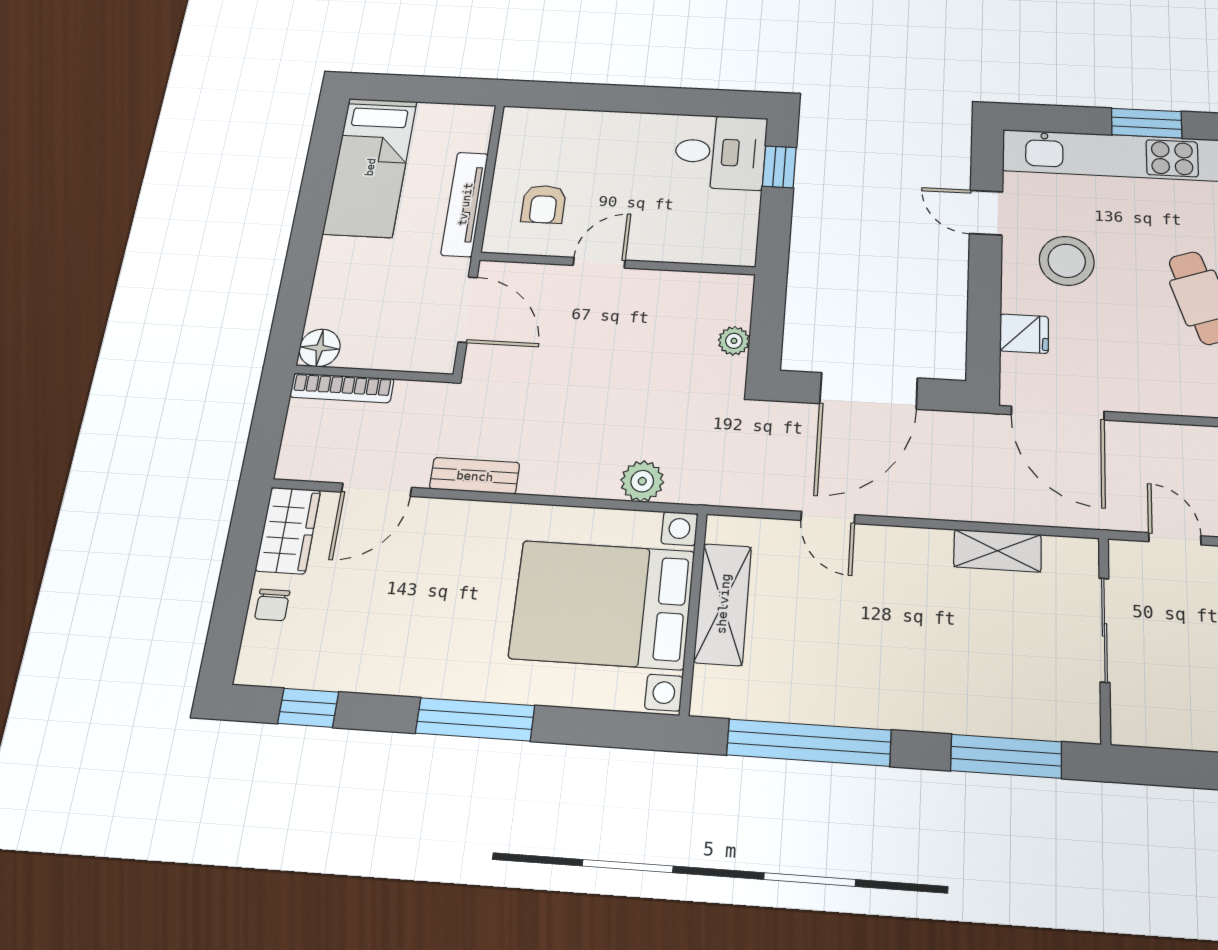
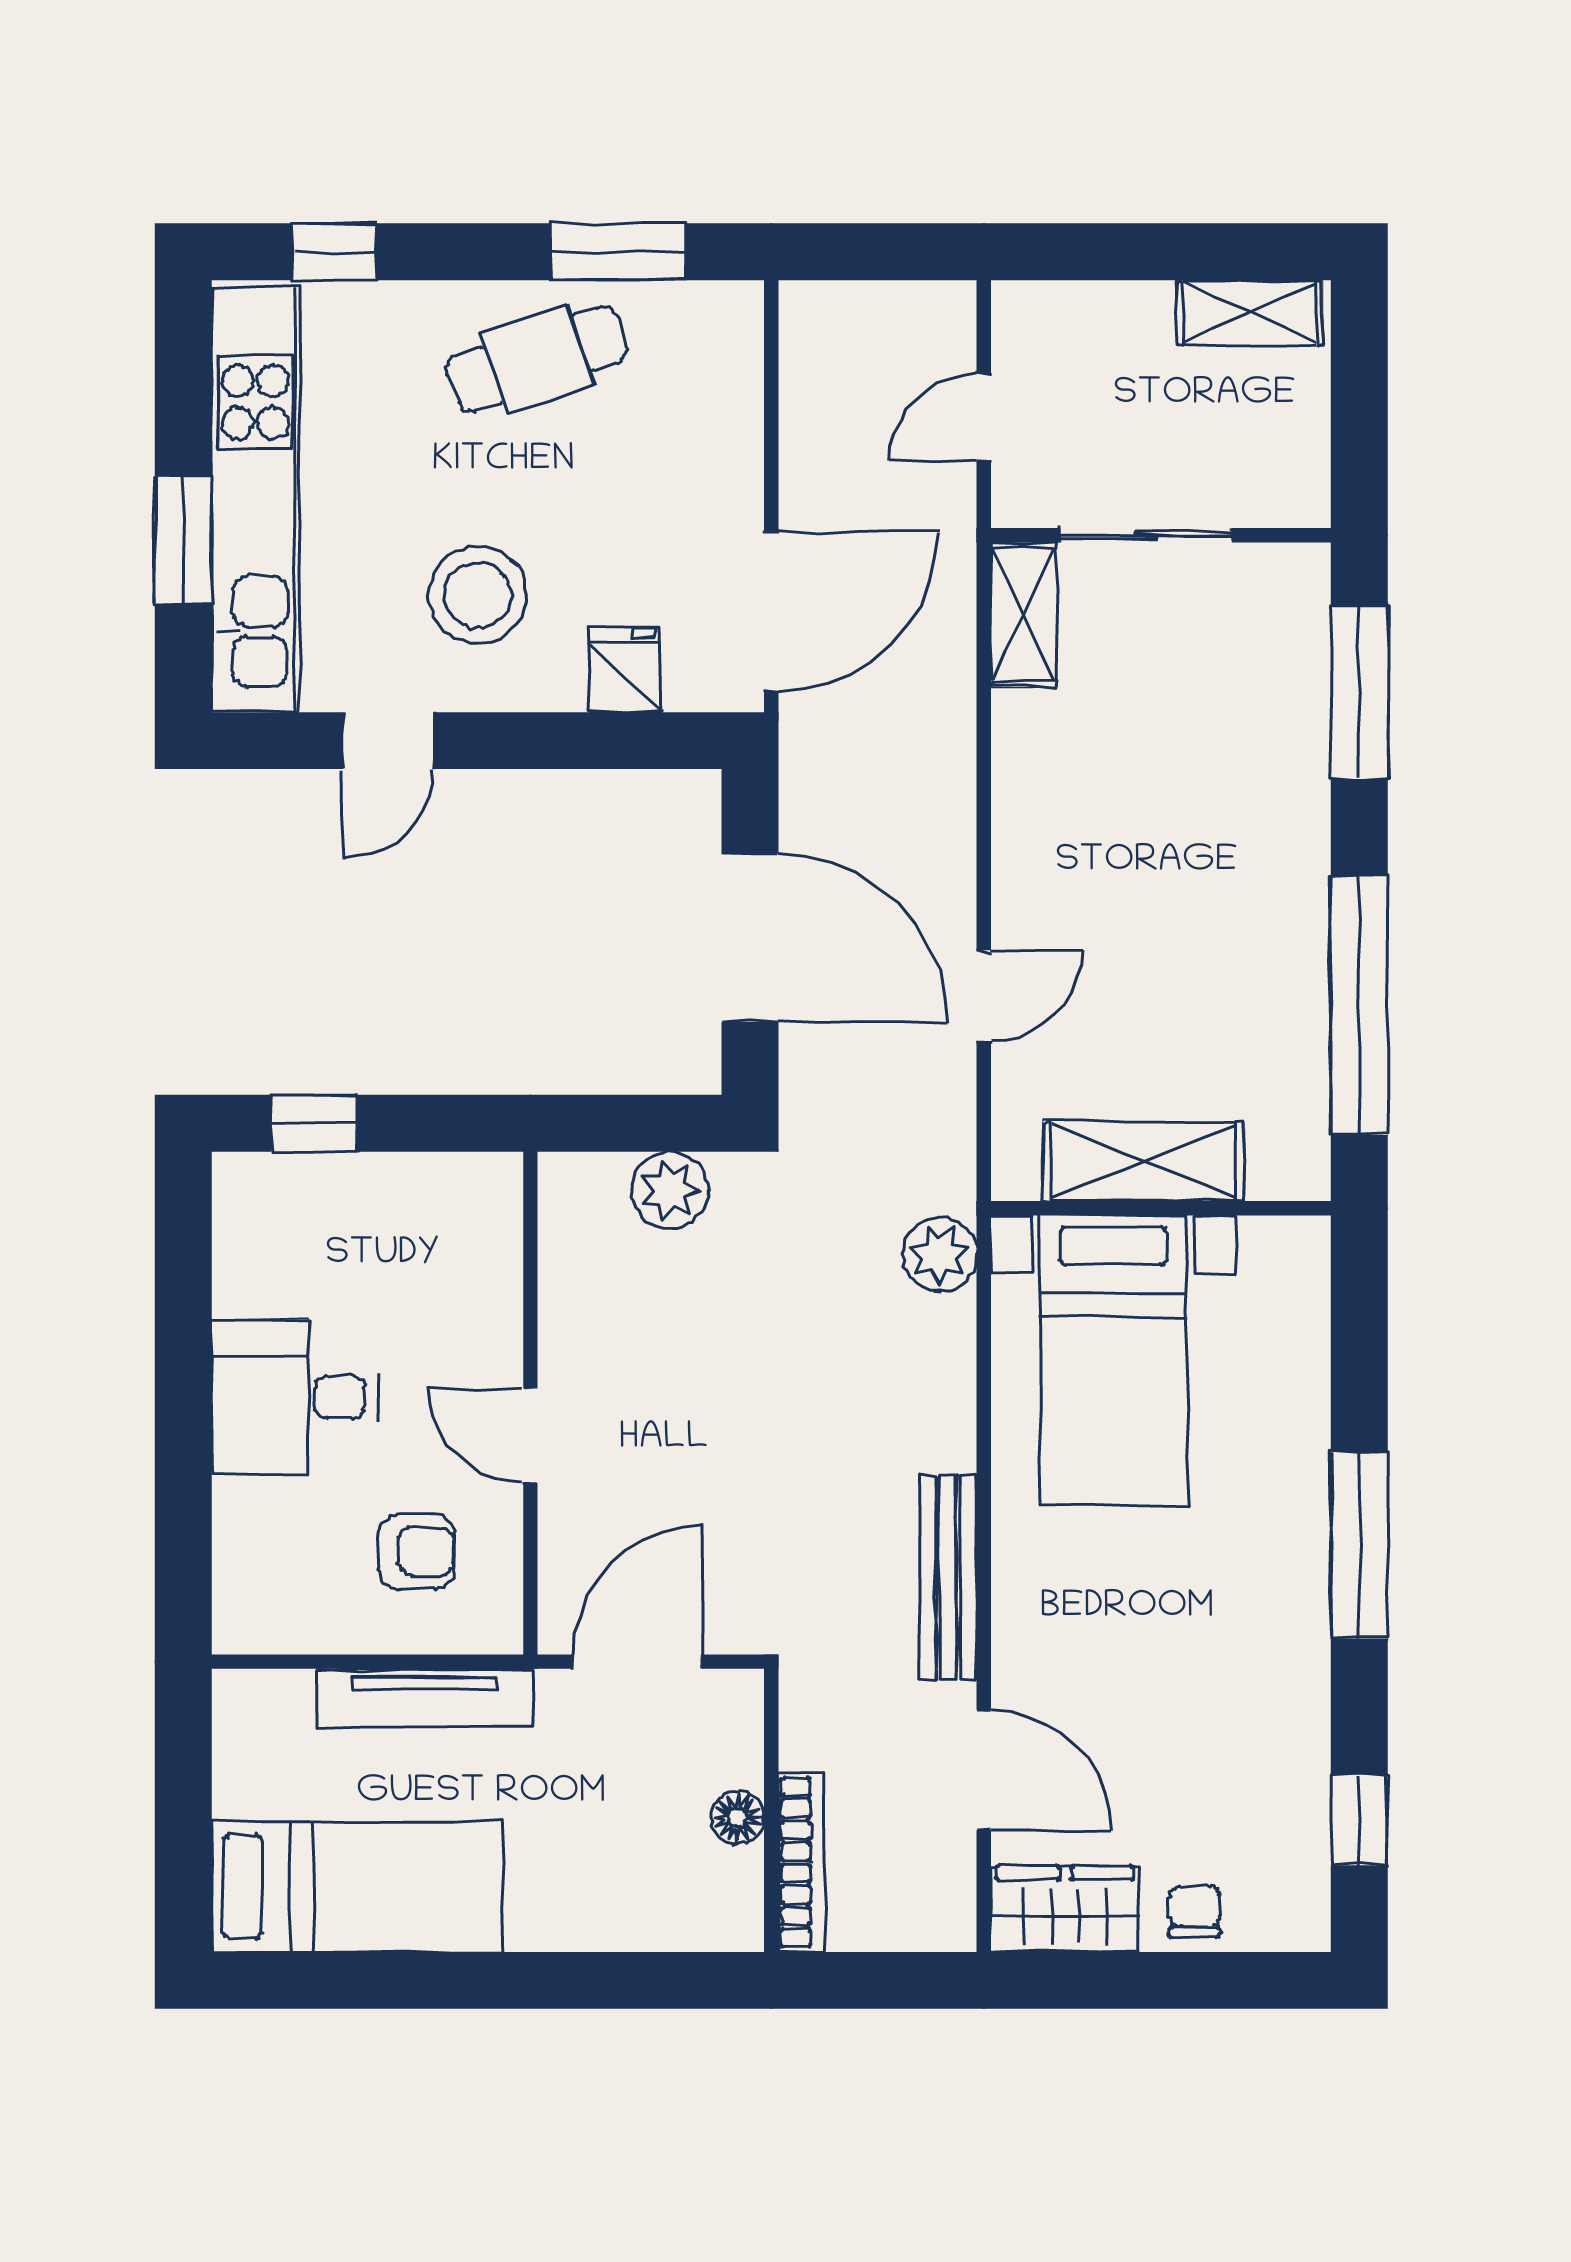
window: (1147, 123) -> (183, 541), moved
desk: (720, 152) -> (295, 1397), moved, turned -90
plant: (734, 341) -> (670, 1190), width x1.38, depth x1.38
floor lamp: (320, 348) -> (738, 1818), moved, width x0.73, depth x0.73
bench: (475, 476) -> (948, 1578), width x1.36
plant: (642, 481) -> (940, 1255), moved
shelving: (997, 551) -> (1023, 615), moved
bed with nightstands: (602, 604) -> (1113, 1360), width x0.73
chair: (272, 605) -> (1194, 1911), turned -90

